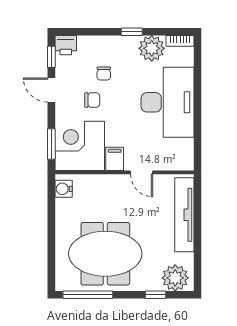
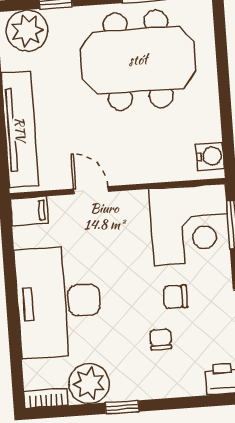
filing cabinet: (115, 159) -> (29, 211), moved, turned -90

